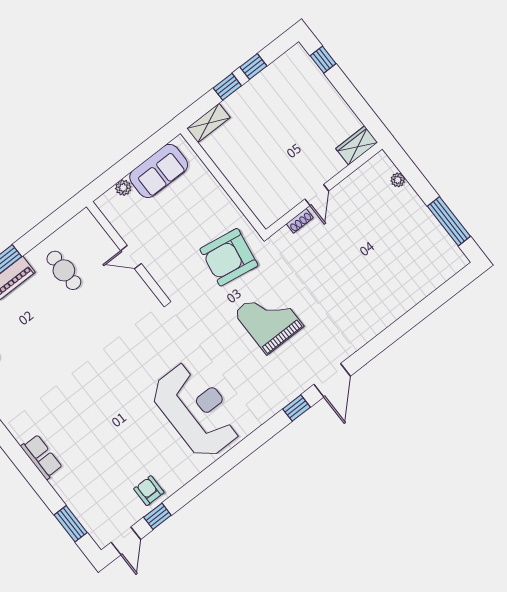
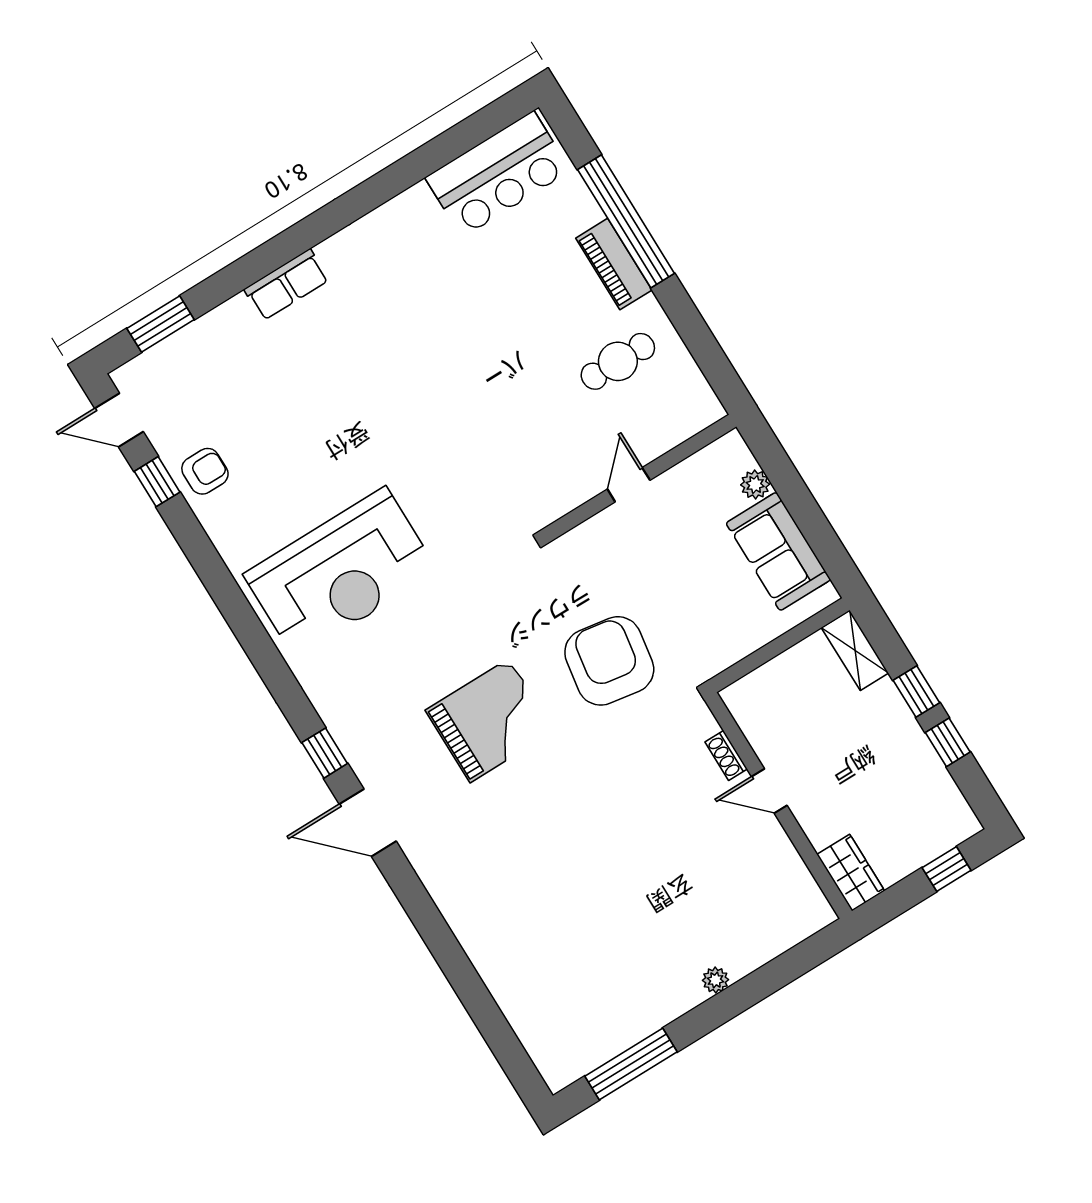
wardrobe: (357, 145) -> (851, 873), moved
wall: (324, 189) -> (778, 805), moved
door: (317, 195) -> (769, 791), moved
shoe rack: (300, 221) -> (726, 755), moved

